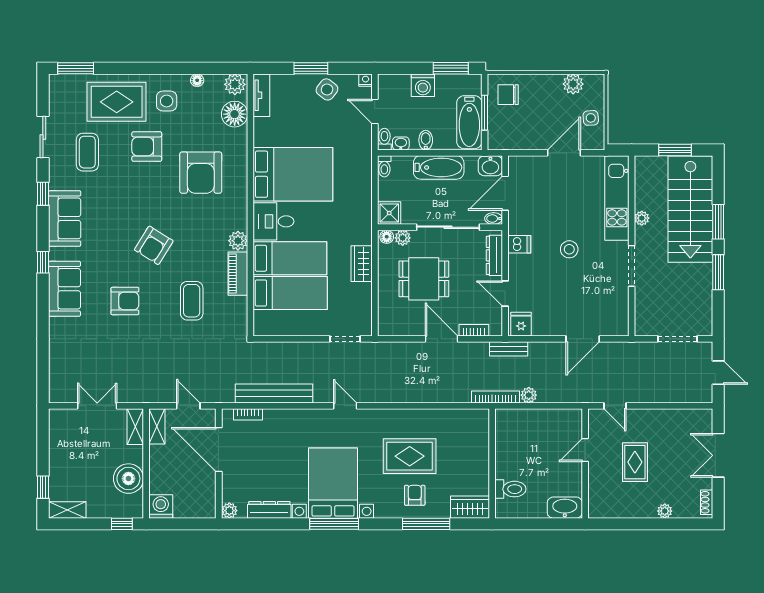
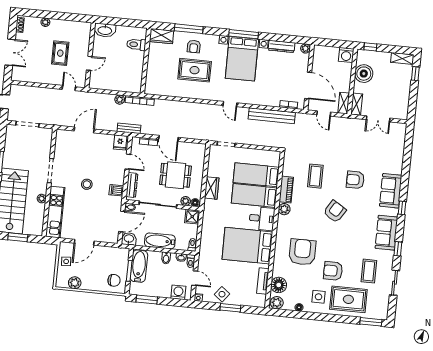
washing machine: (423, 85) -> (178, 292), moved
tv unit: (261, 95) -> (263, 281), moved
armchair: (147, 147) -> (333, 271), turned 180

